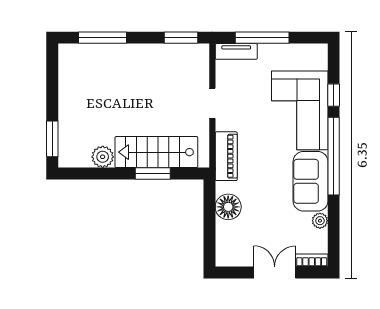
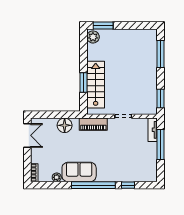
corner sofa: (300, 110) -> (119, 166), removed
plant: (103, 157) -> (93, 37), moved
double door: (275, 272) -> (27, 135), moved

